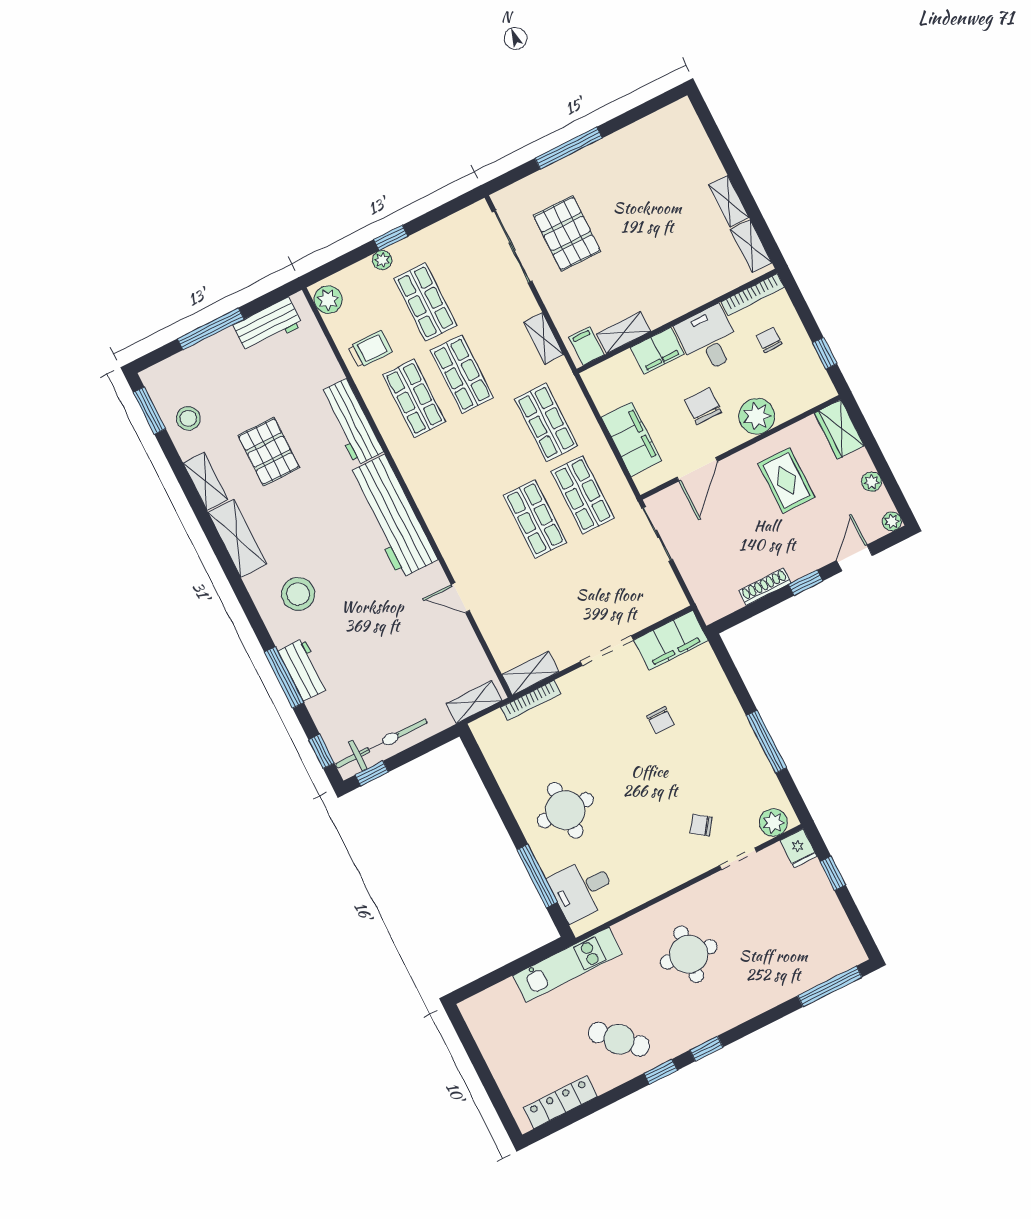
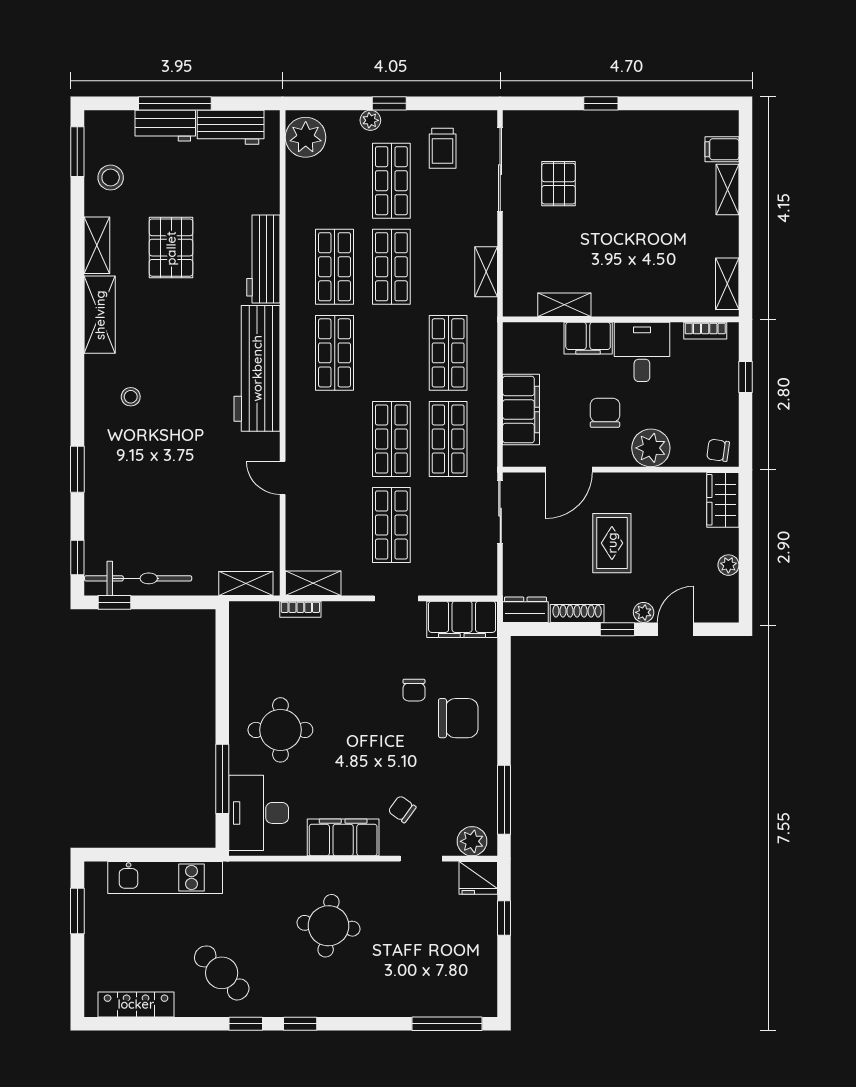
window: (569, 148) -> (601, 103), width x0.46
shelving: (729, 201) -> (727, 189), moved
pallet: (567, 233) -> (559, 184), width x0.67, depth x0.71
bookcase: (753, 295) -> (705, 331), width x0.64
plant: (328, 300) -> (306, 137), width x1.36, depth x1.36
chair: (769, 340) -> (718, 450), moved, turned -82
filing cabinet: (587, 346) -> (722, 149), moved, turned -90
trolley: (370, 349) -> (443, 148), moved, turned 90
window: (825, 353) -> (746, 377), moved
shop shelf: (451, 471) -> (335, 353), added
rug: (786, 480) -> (612, 543), moved
plant: (892, 521) -> (644, 612), moved
shop shelf: (571, 591) -> (391, 525), added
stool: (298, 594) -> (131, 397), width x0.53, depth x0.53
dresser: (720, 605) -> (525, 610), added
doorway: (607, 651) -> (396, 598), width x0.73
workbench: (304, 669) -> (165, 126), moved, turned 90
window: (284, 677) -> (77, 469), width x0.69
bookcase: (531, 700) -> (300, 609), width x0.64
chair: (710, 725) -> (458, 718), added
window: (766, 742) -> (504, 800), moved
fridge: (799, 848) -> (478, 878), width x1.38
filing cabinet: (664, 874) -> (343, 837), added
desk: (582, 889) -> (259, 813), width x1.37
kitchen unit: (568, 965) -> (165, 877), moved
window: (472, 1048) -> (77, 911), added

